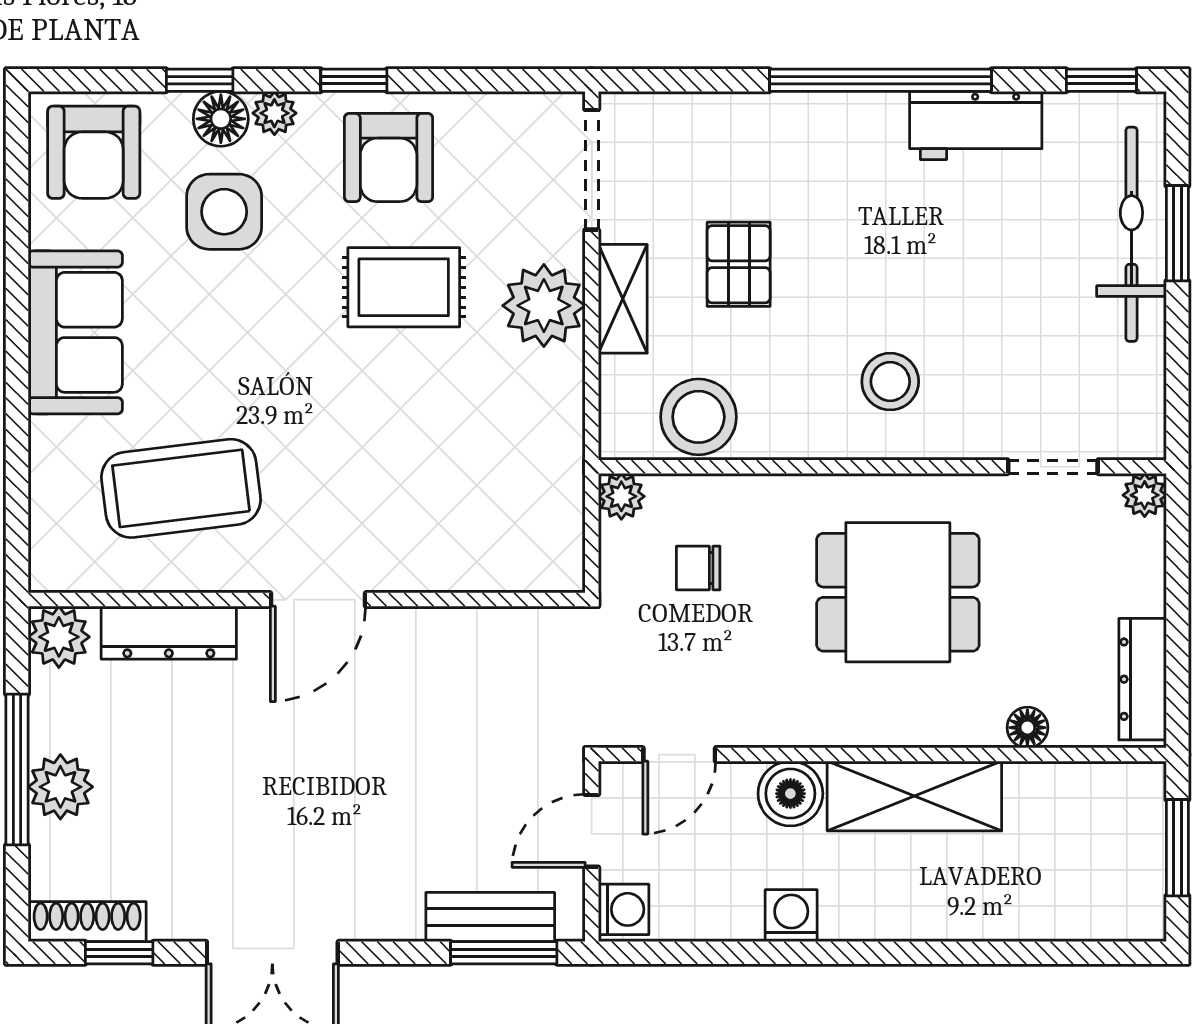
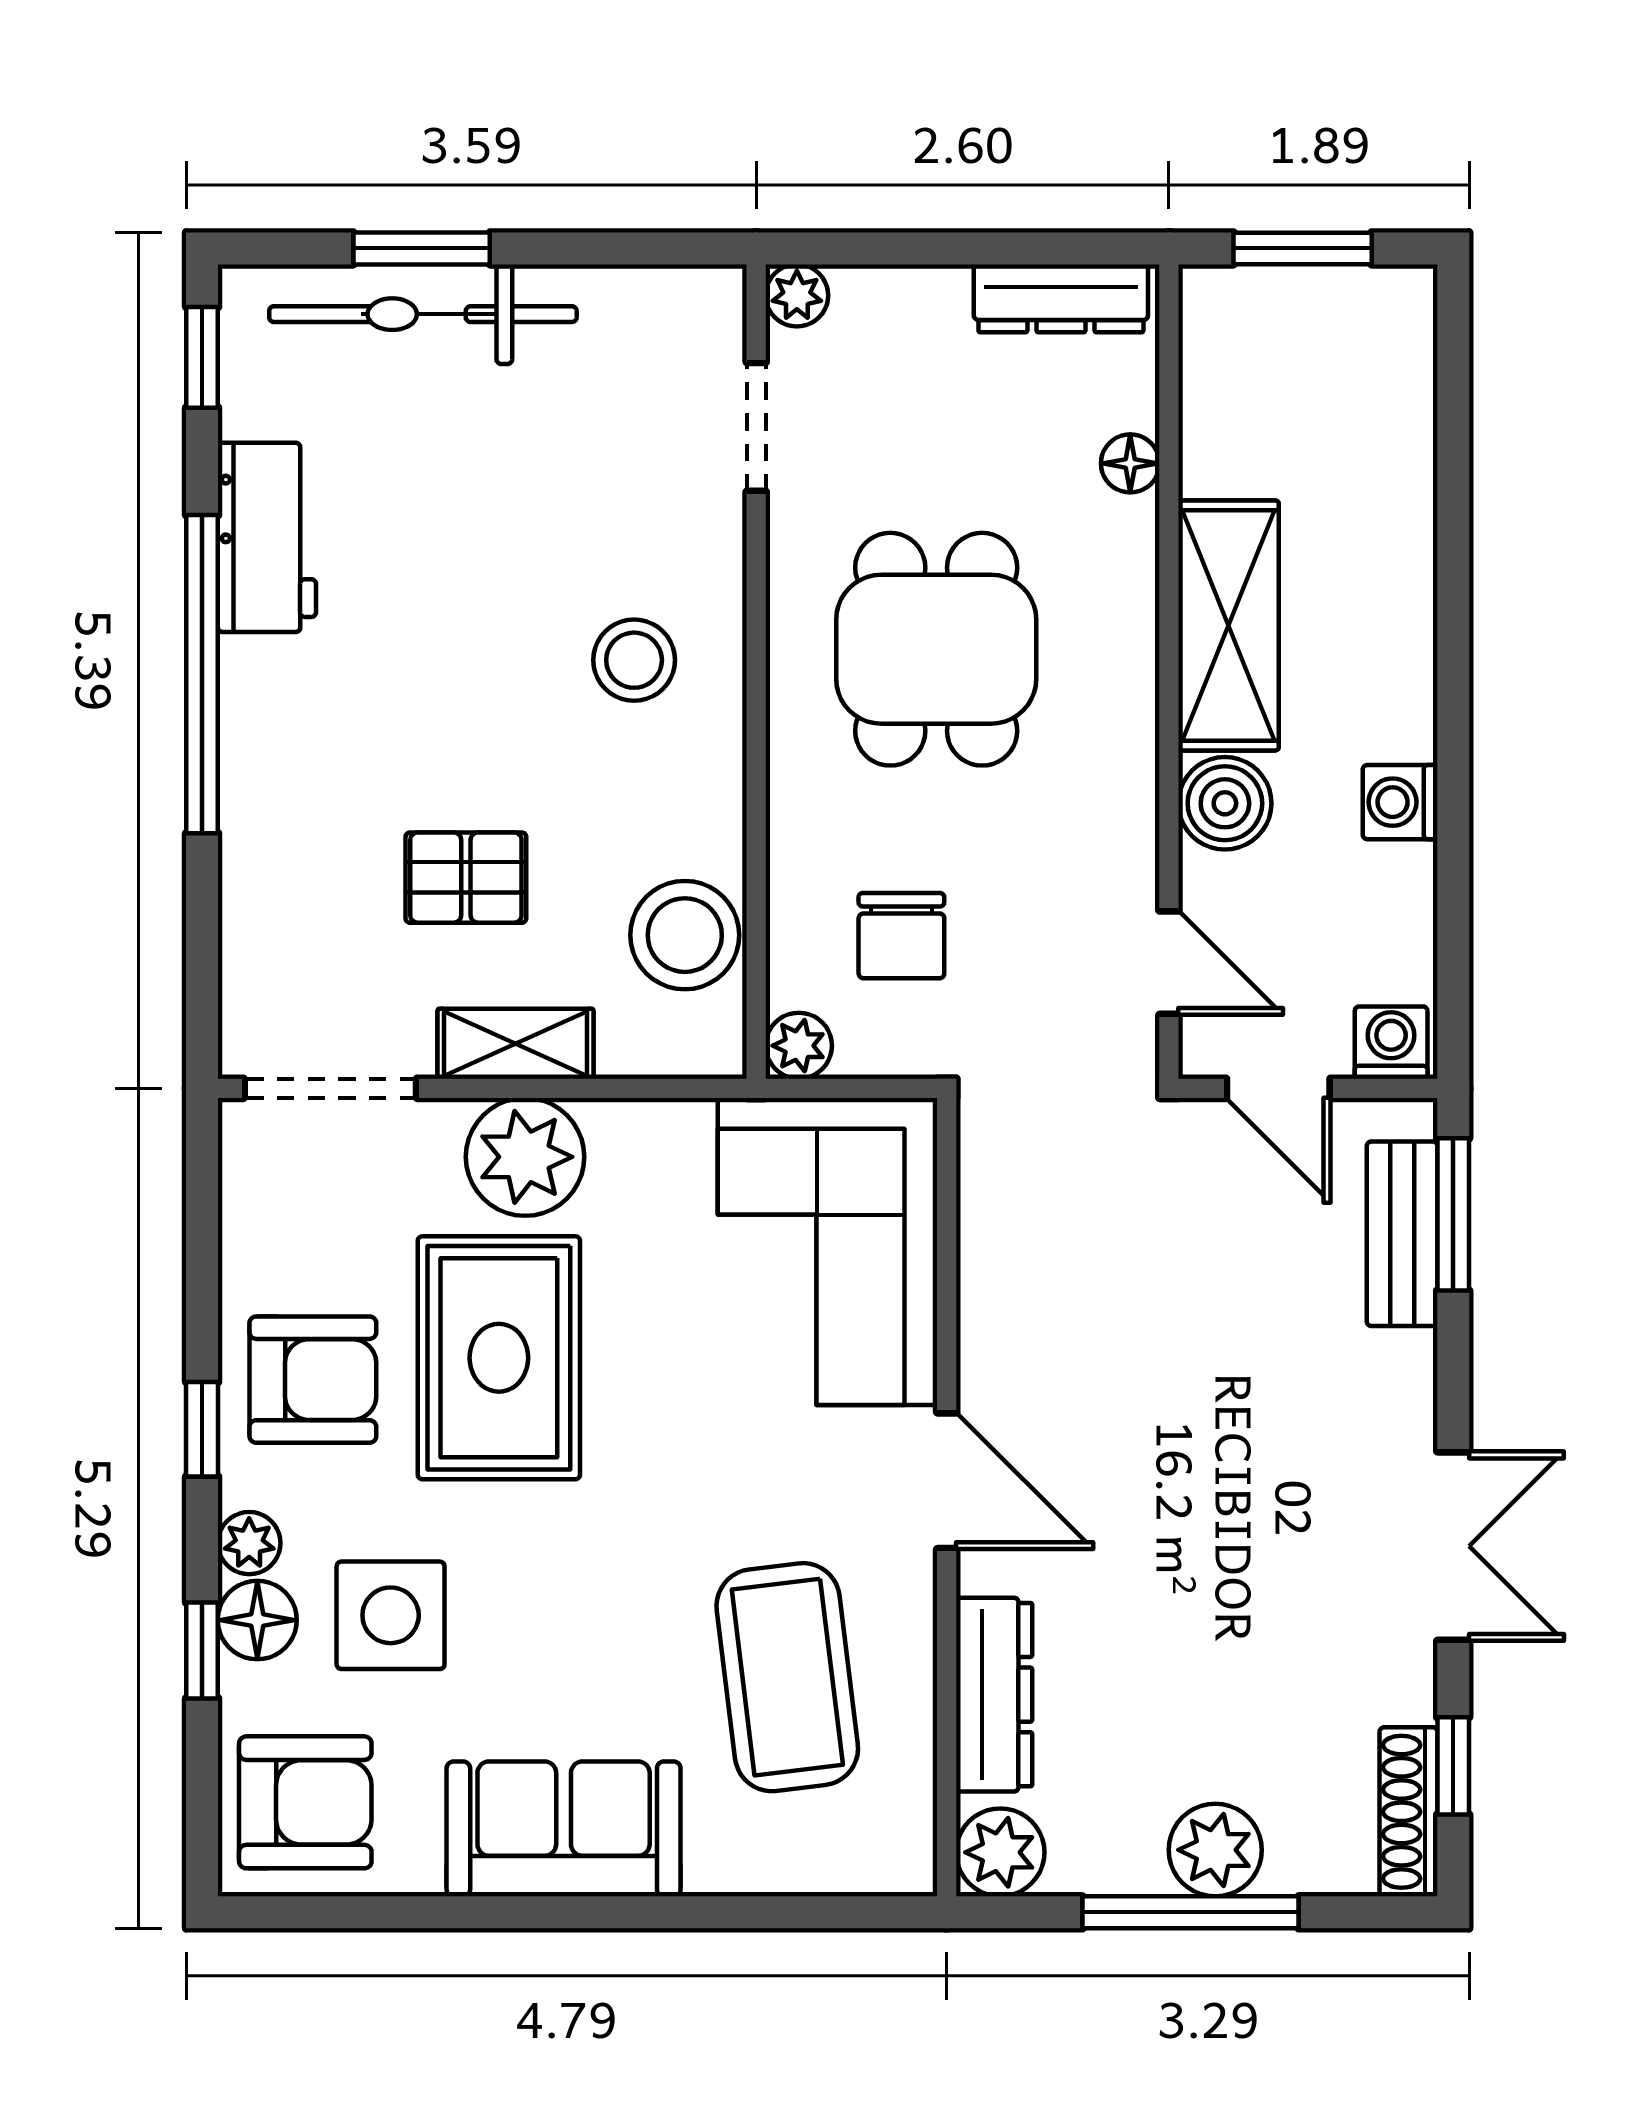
rug: (404, 287) -> (499, 1358), width x1.36, depth x1.43
corner sofa: (478, 516) -> (827, 1251), added
chair: (698, 568) -> (901, 936), width x1.37, depth x1.37

